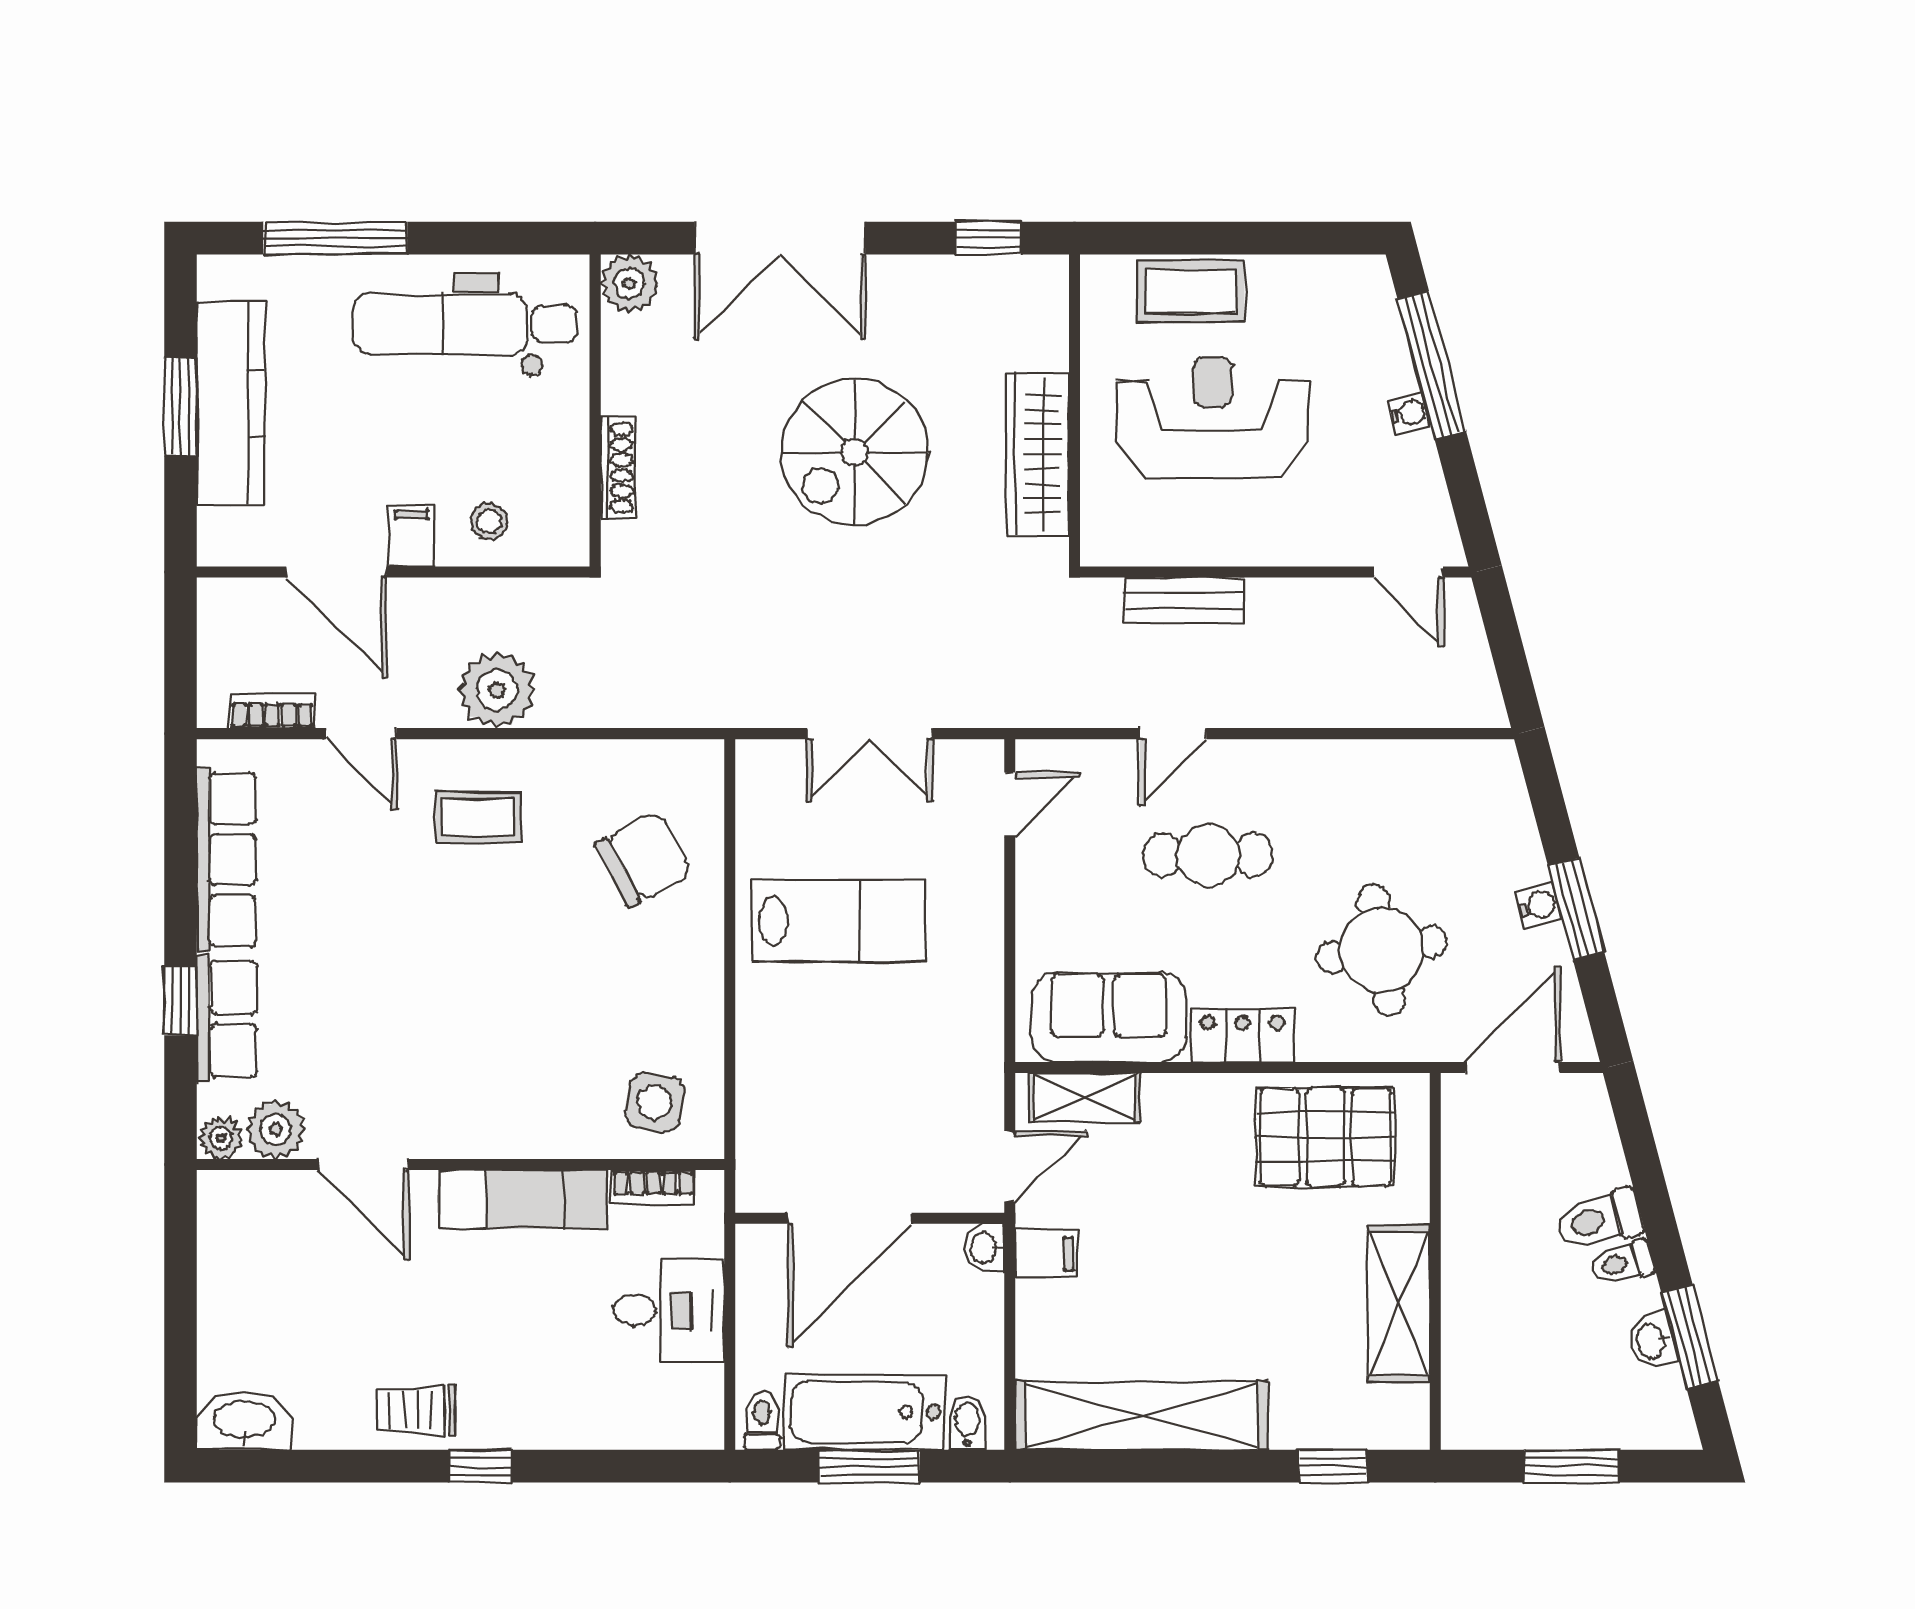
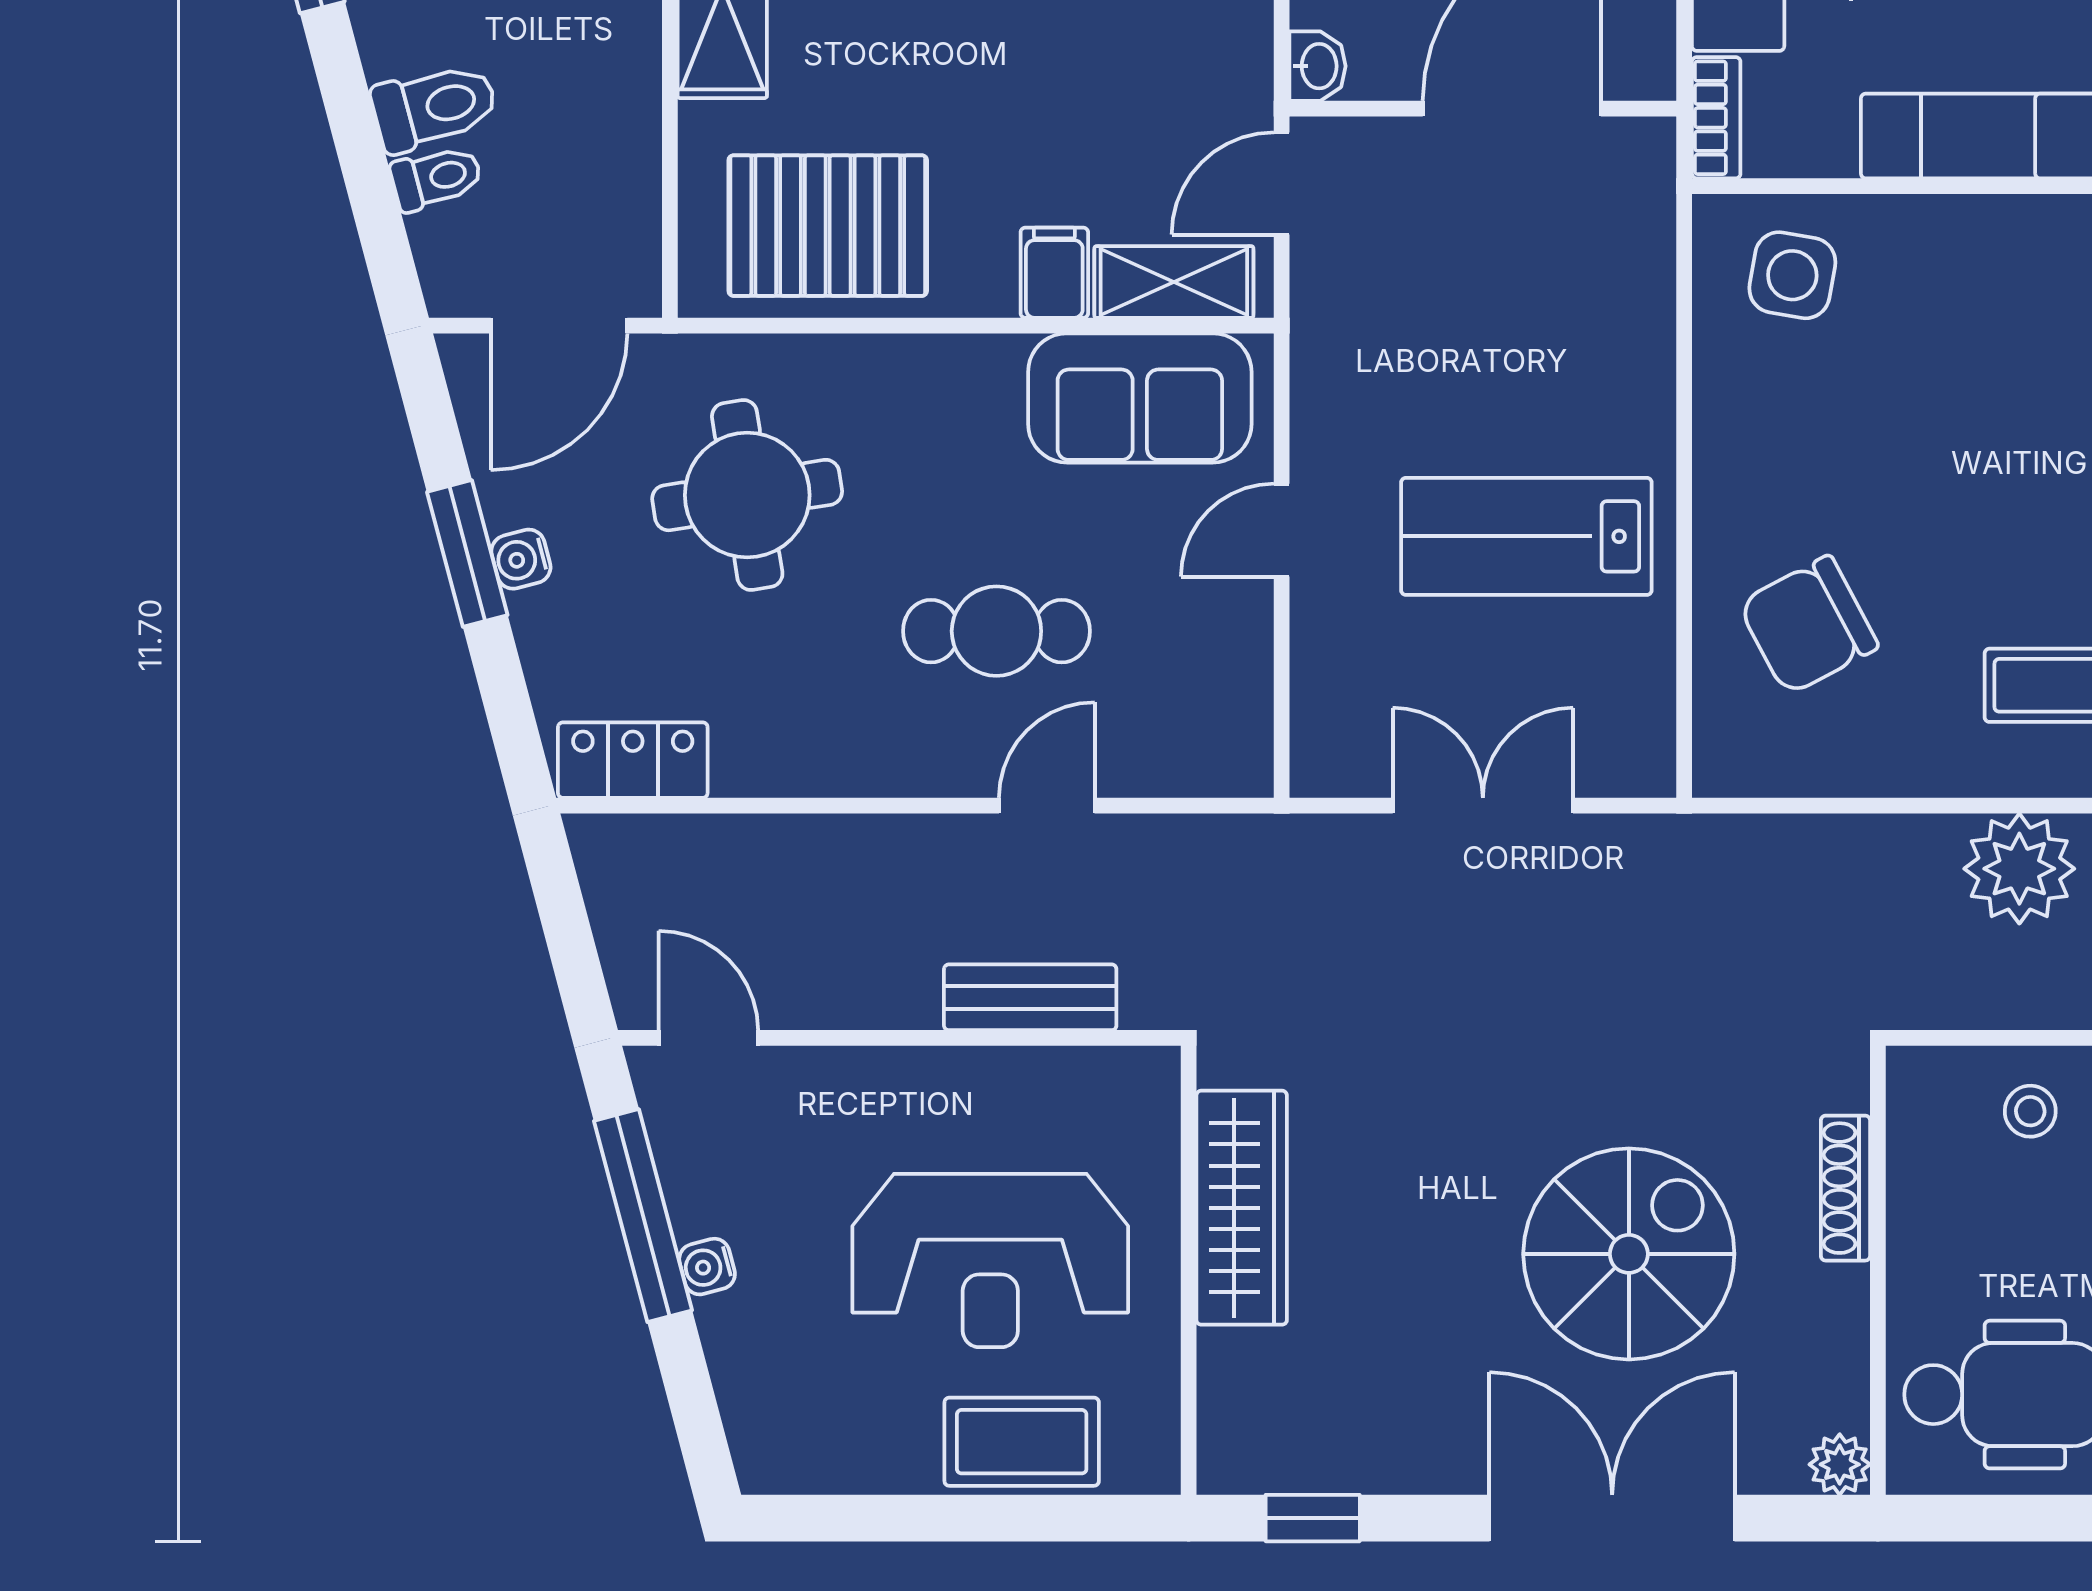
plant: (630, 283) -> (1840, 1464), width x0.73, depth x0.73
window: (1432, 365) -> (643, 1216), moved
spiral stairs: (854, 452) -> (1629, 1254), moved
door: (1010, 805) -> (1282, 530), moved
locker: (1242, 1036) -> (633, 760), moved, turned 180
bookcase: (653, 1187) -> (1716, 118), moved, turned 90
filing cabinet: (1047, 1254) -> (1054, 273), moved, turned 90
toilet: (1622, 1263) -> (436, 178), moved

